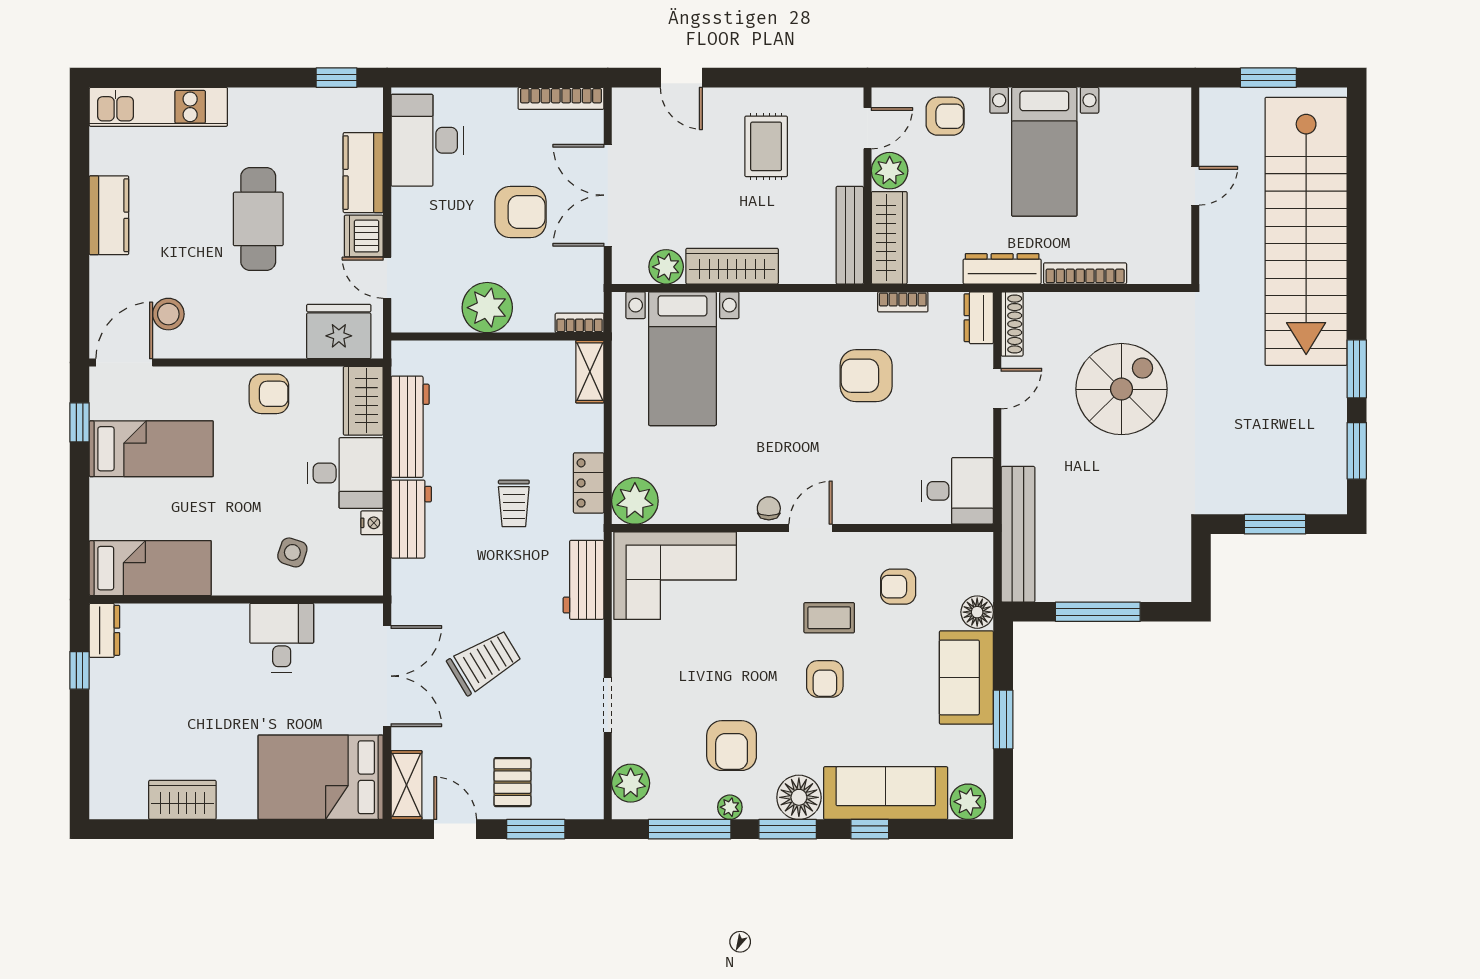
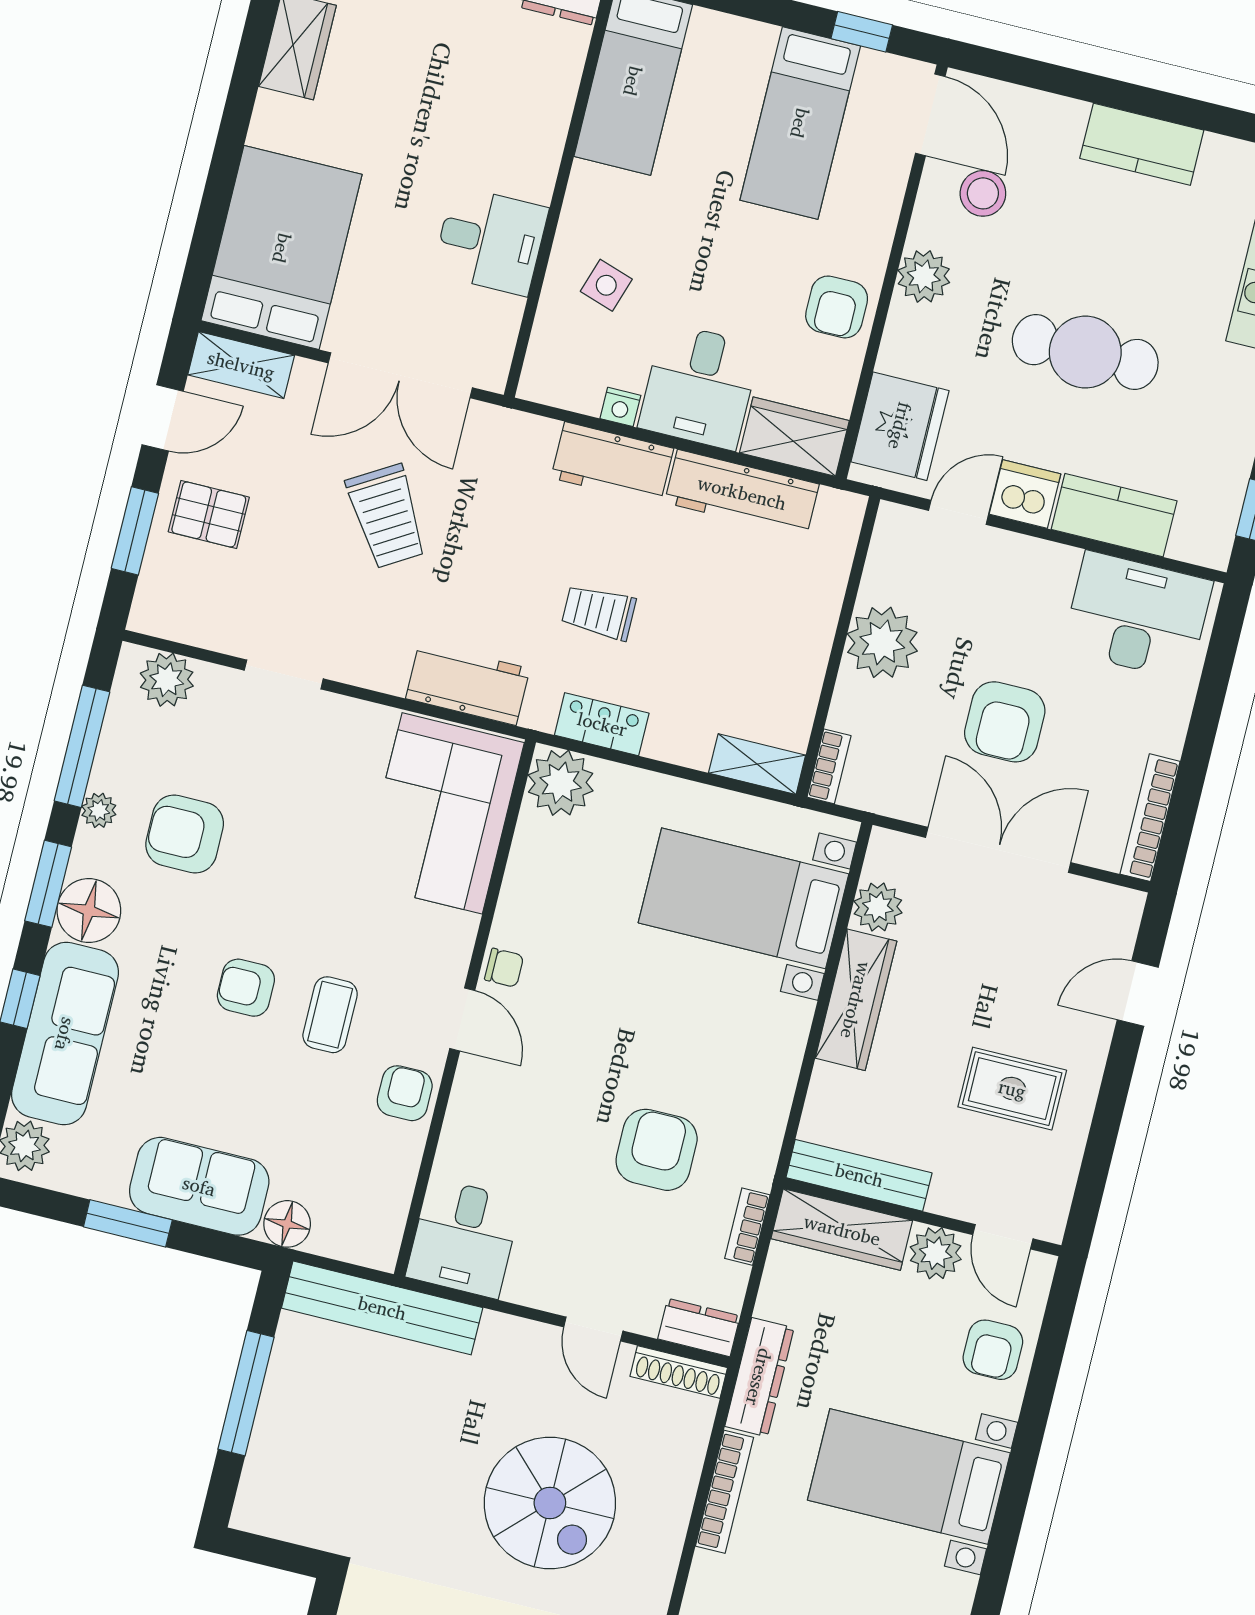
plant: (234, 340) -> (924, 276), added
armchair: (898, 587) -> (405, 1093), moved

